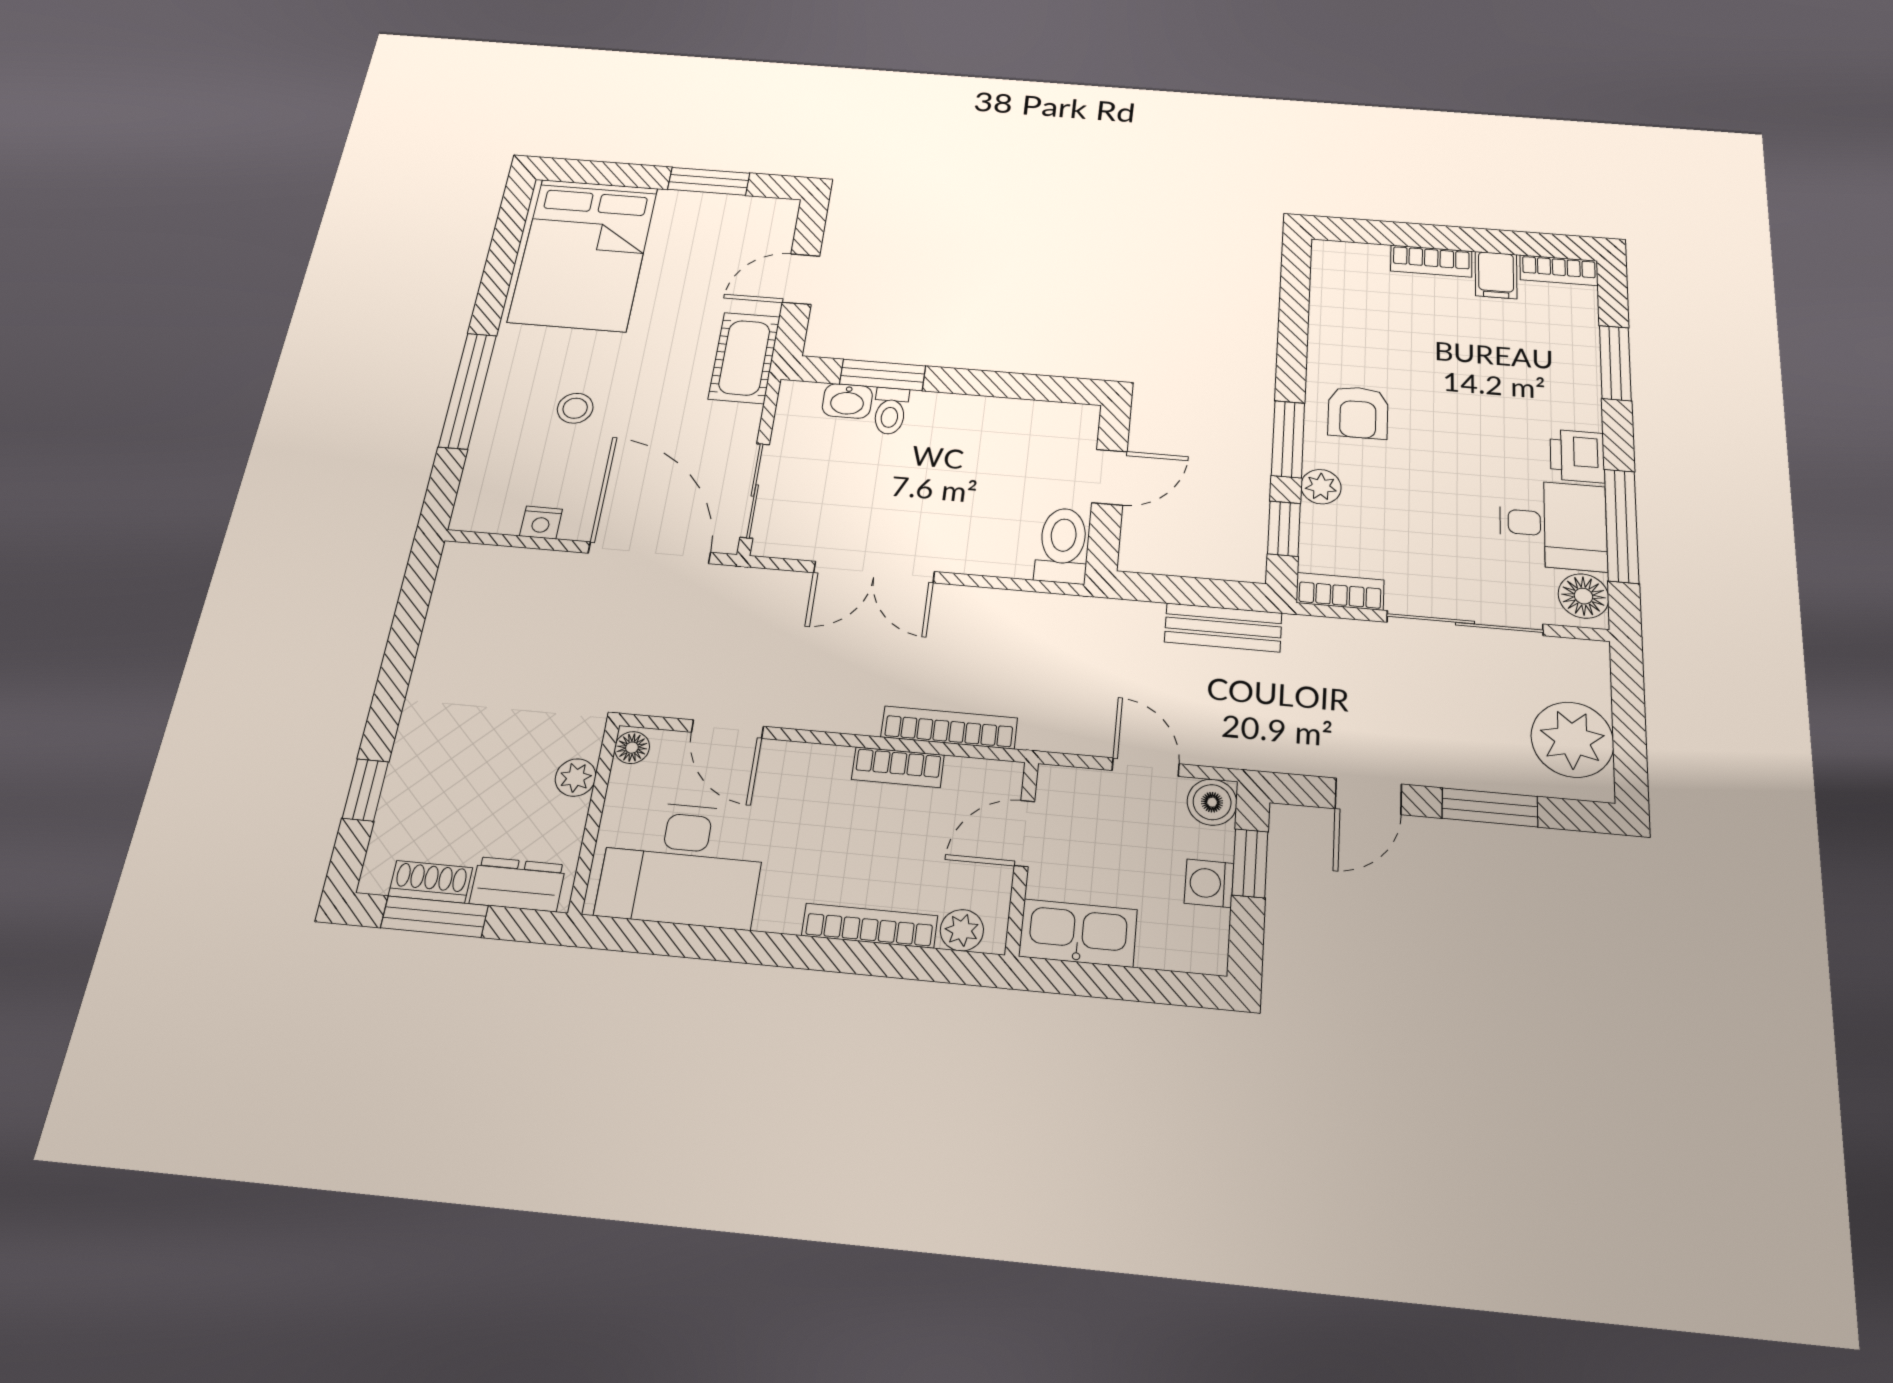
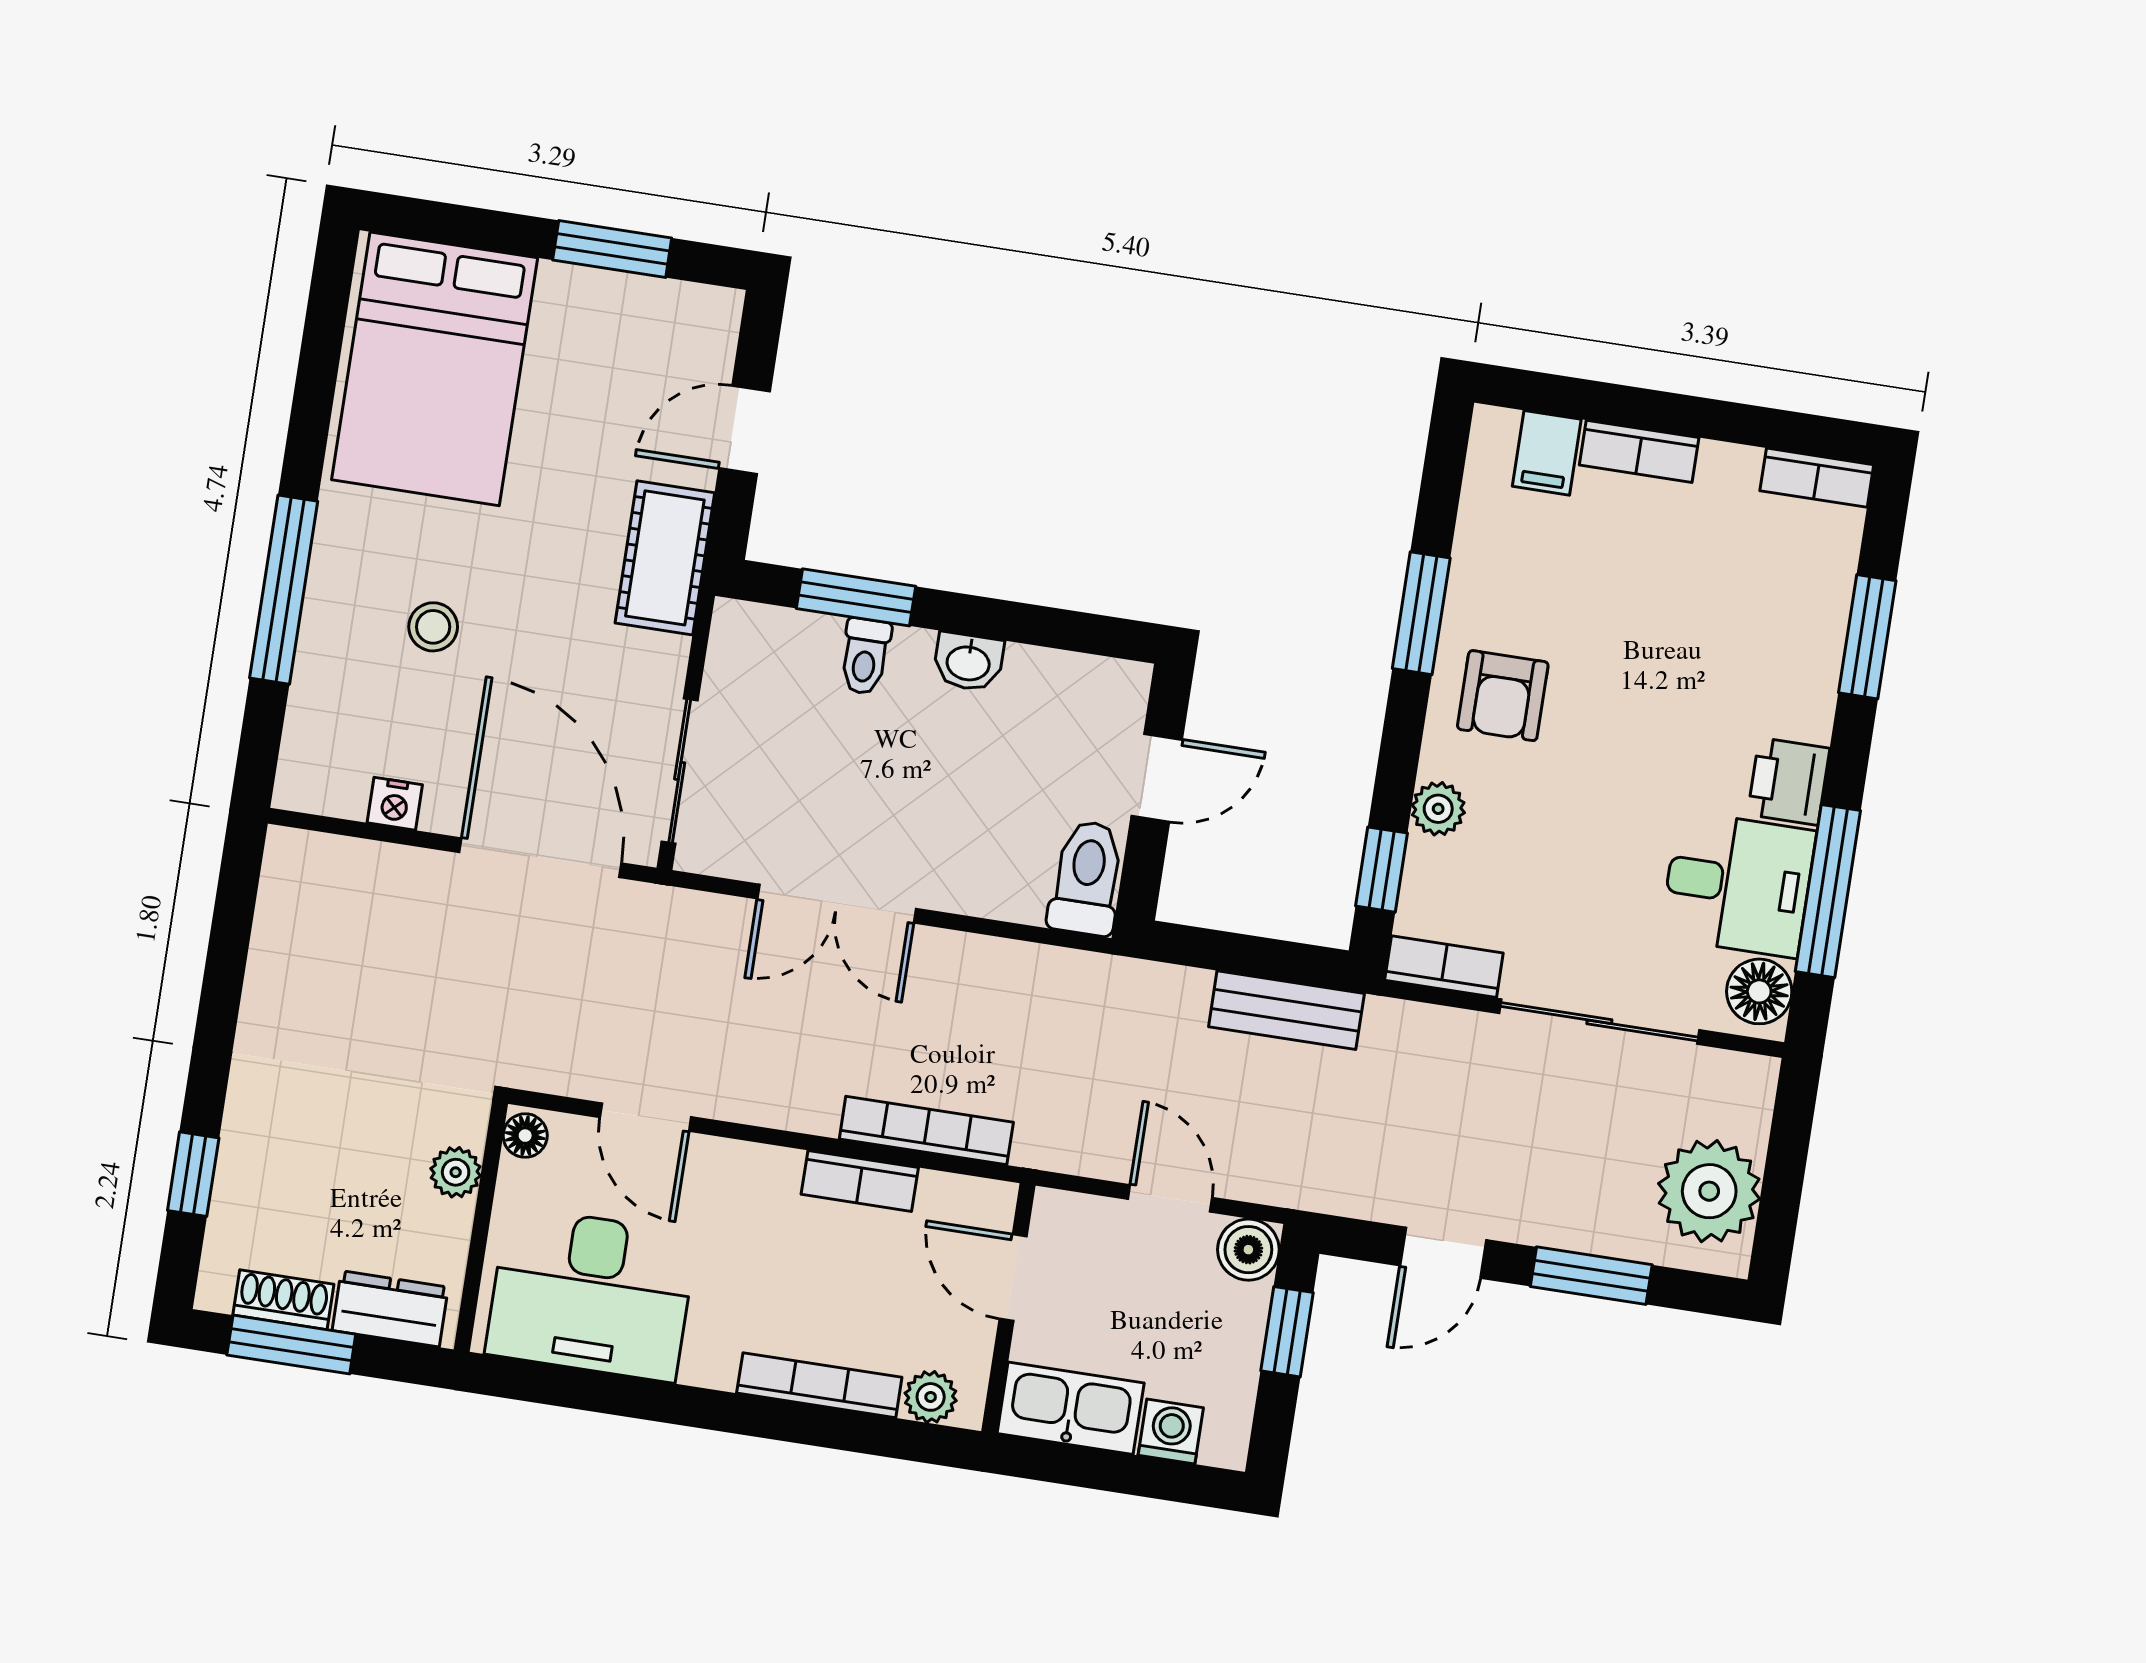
filing cabinet: (1496, 275) -> (1547, 453), moved
washbasin: (847, 401) -> (968, 662), moved
window: (1288, 439) -> (1421, 613), moved
door: (1024, 833) -> (1013, 1278), hinge flipped
washing machine: (1209, 883) -> (1171, 1432), moved, turned 90

